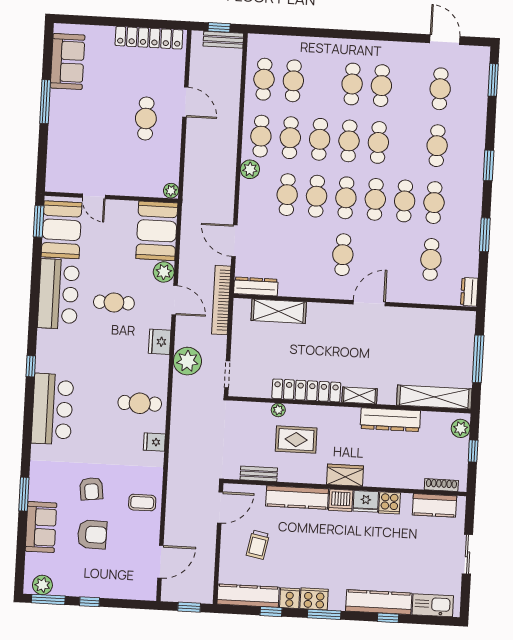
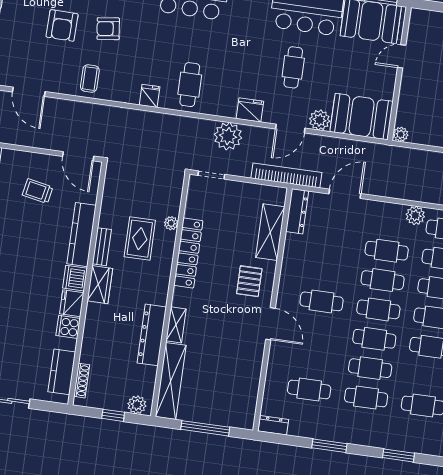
pallet: (329, 328) -> (249, 281), added
shelving: (360, 395) -> (176, 325), moved
bench: (259, 474) -> (102, 247), moved

